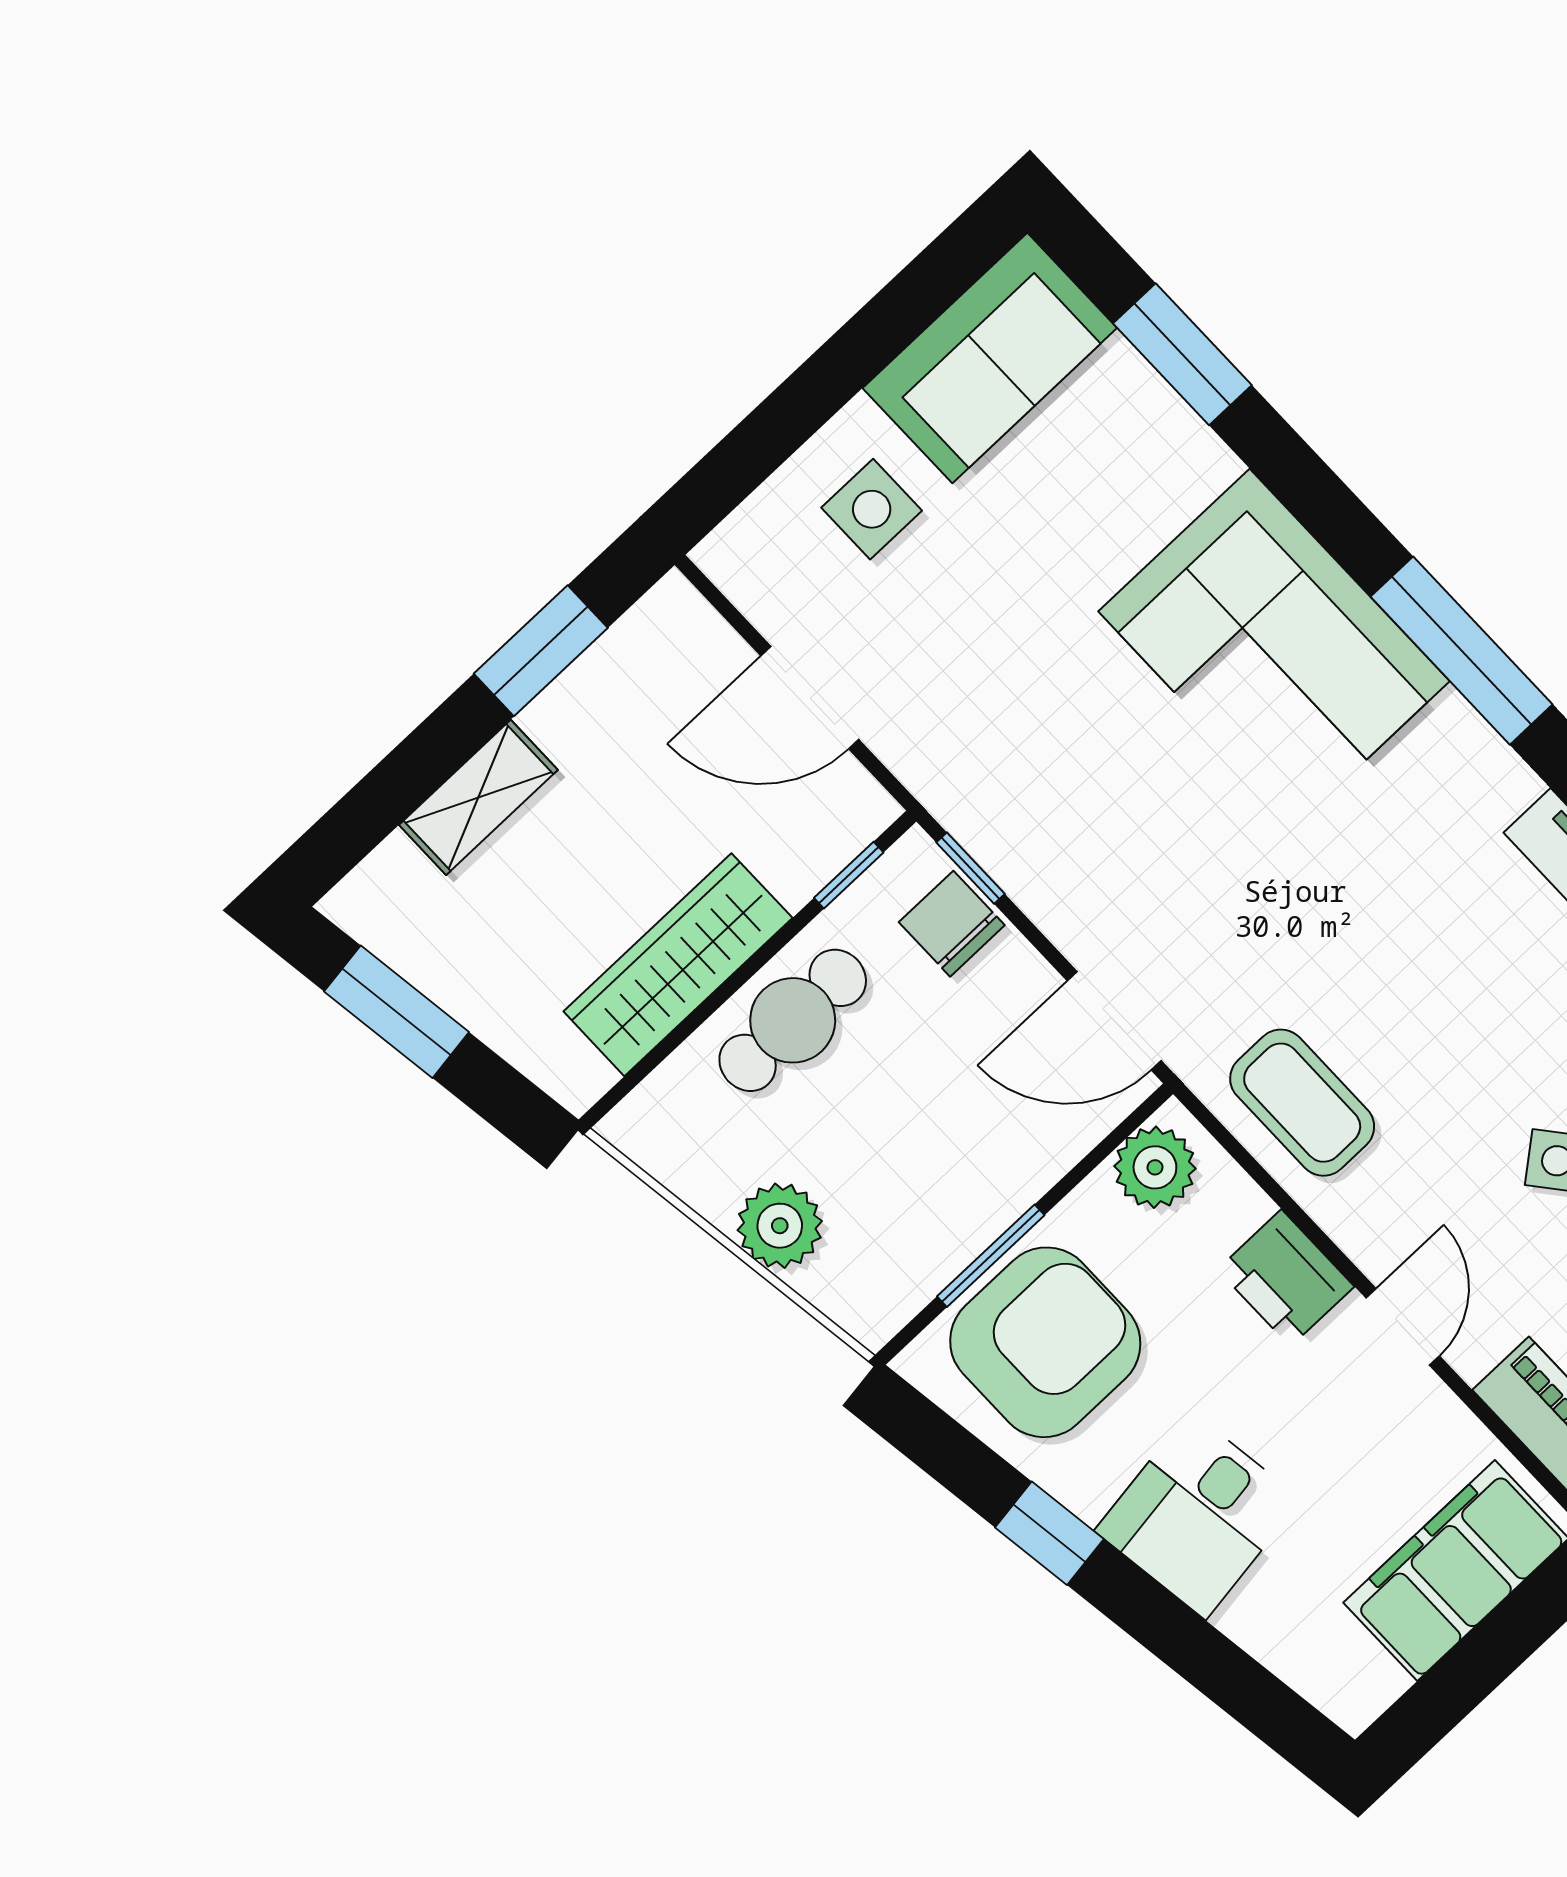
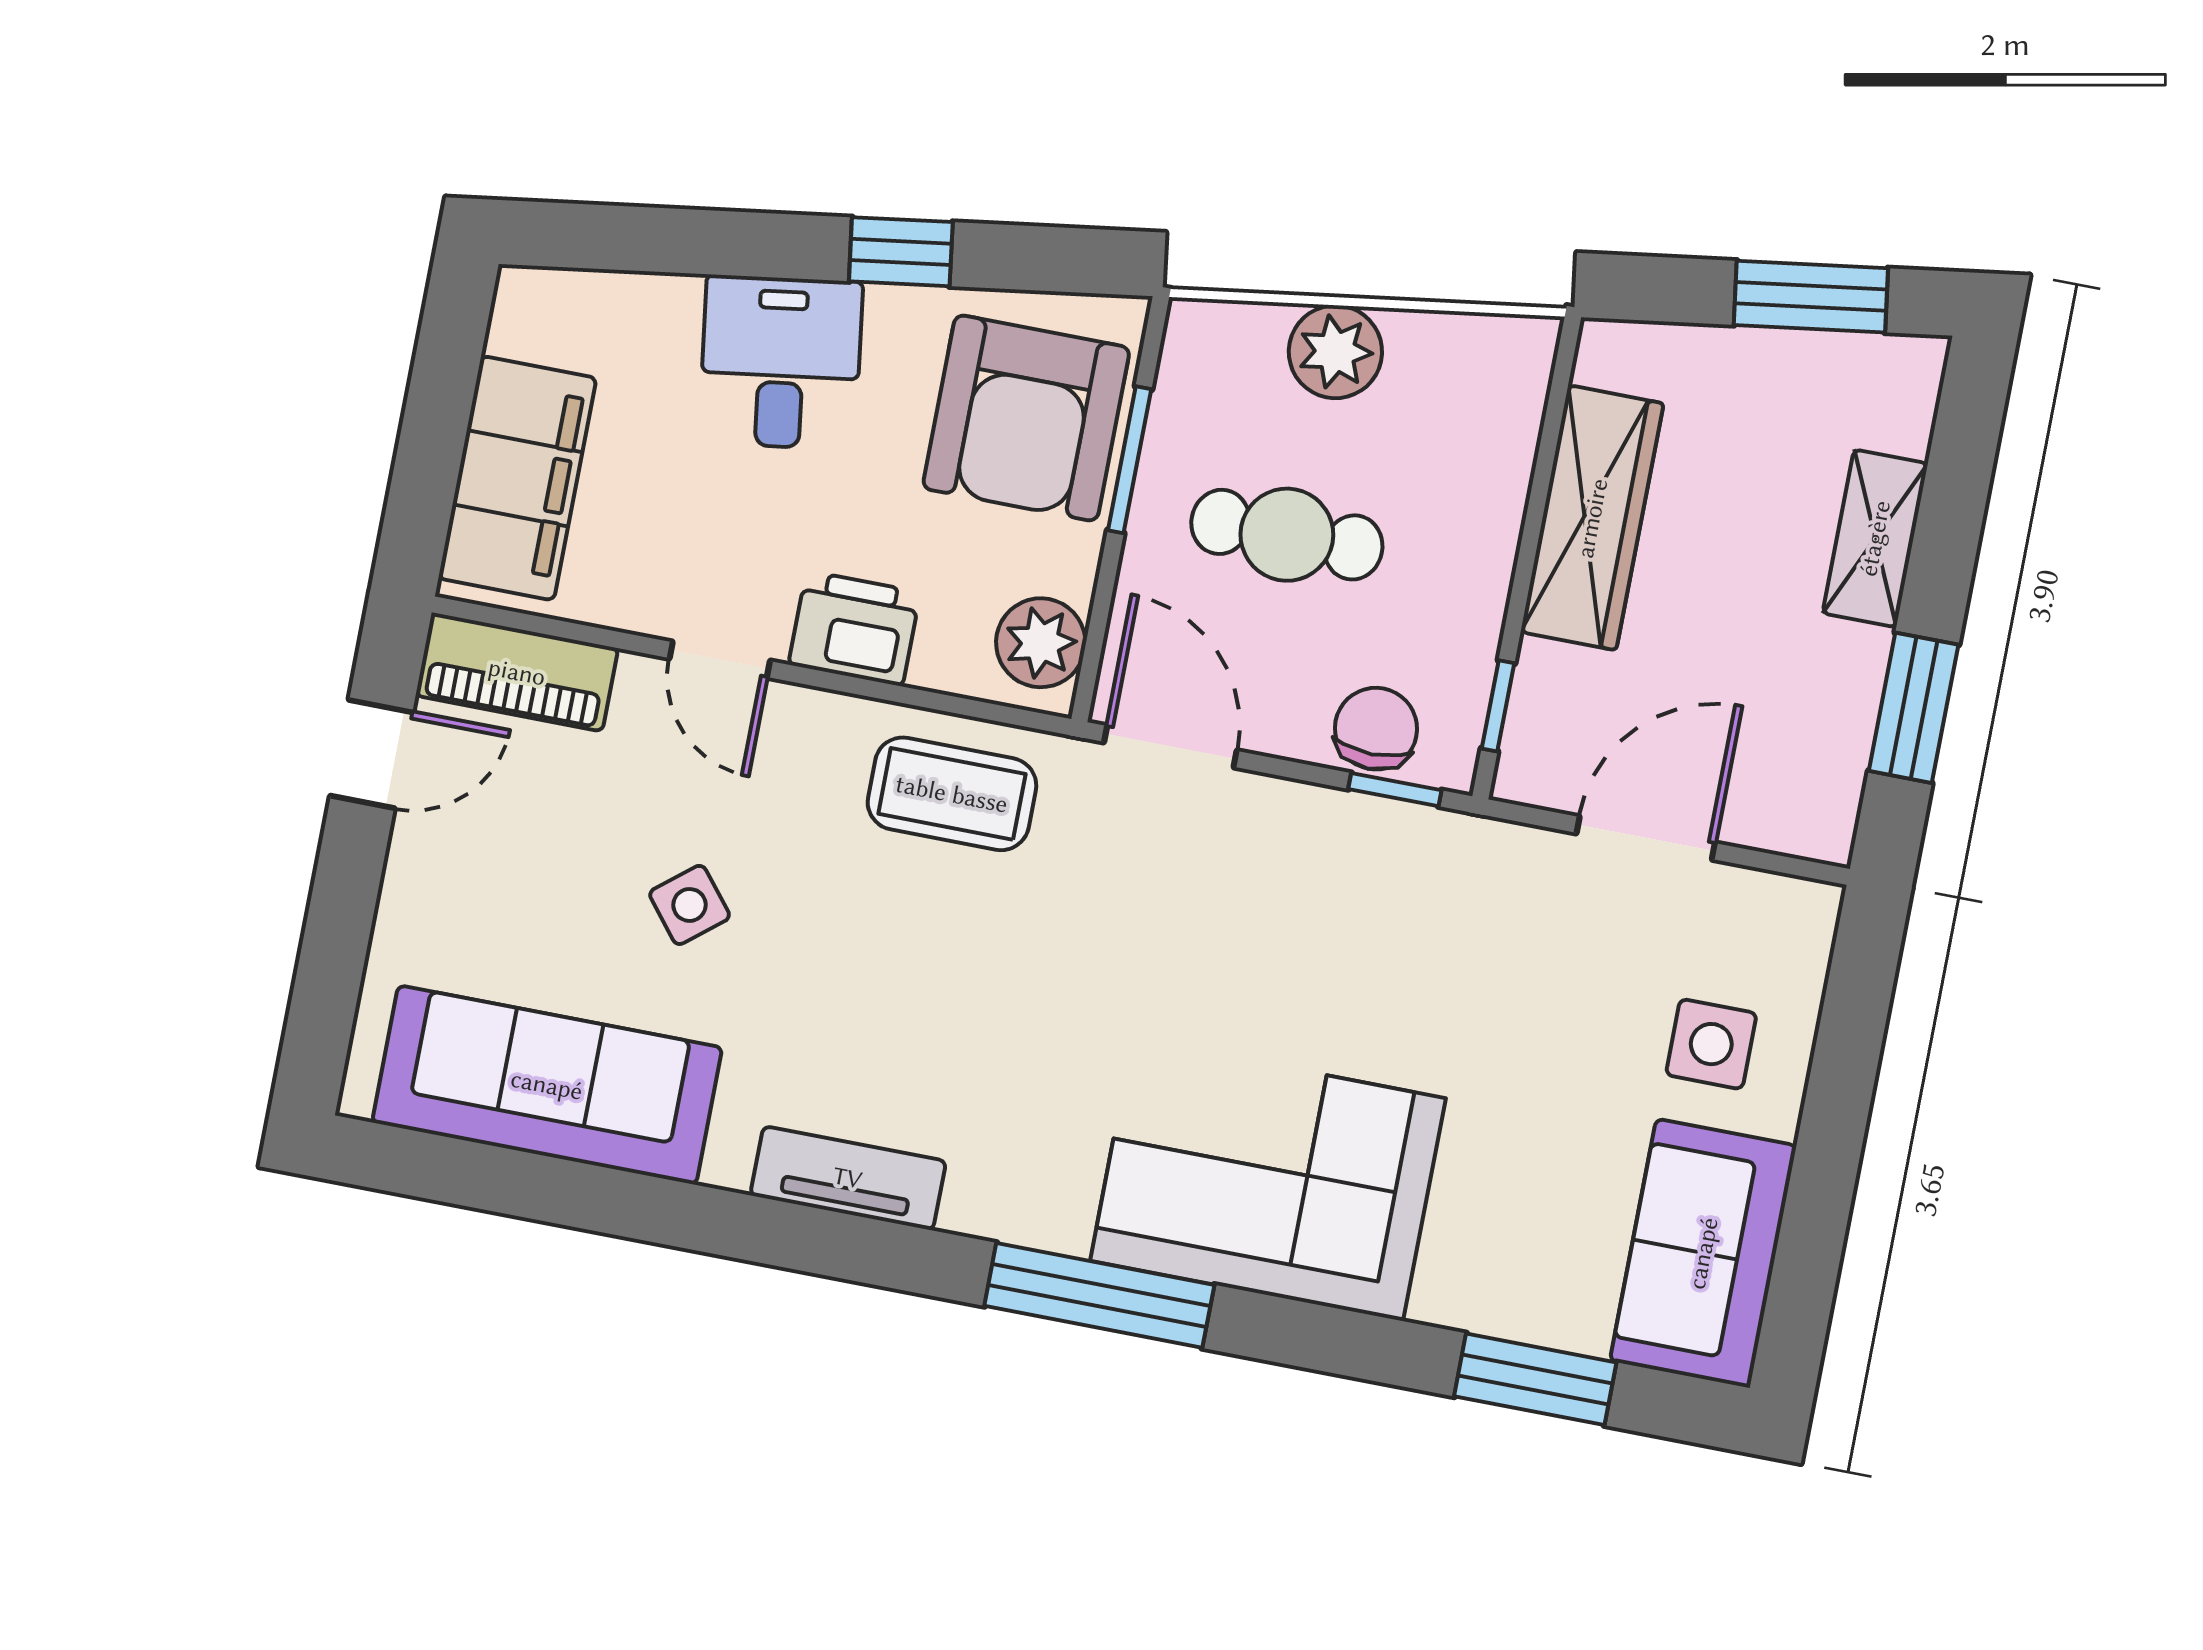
chair: (952, 924) -> (1376, 729), turned -90
cafe table: (793, 1020) -> (1287, 535), moved, turned 90
door: (1114, 1021) -> (1170, 746), hinge flipped

